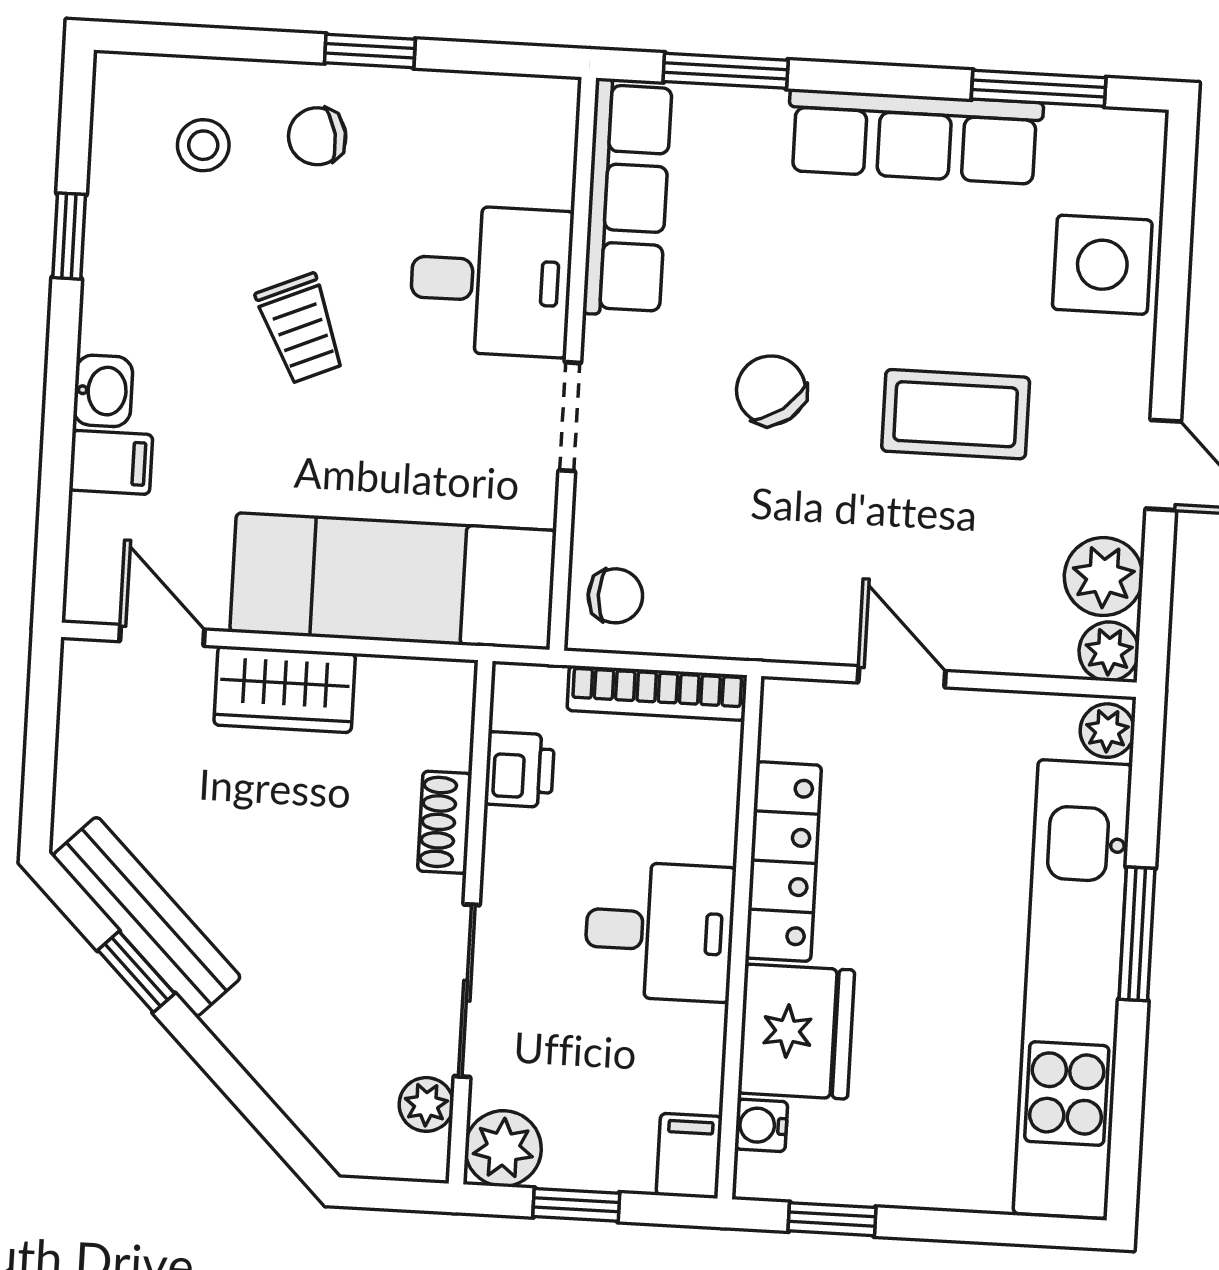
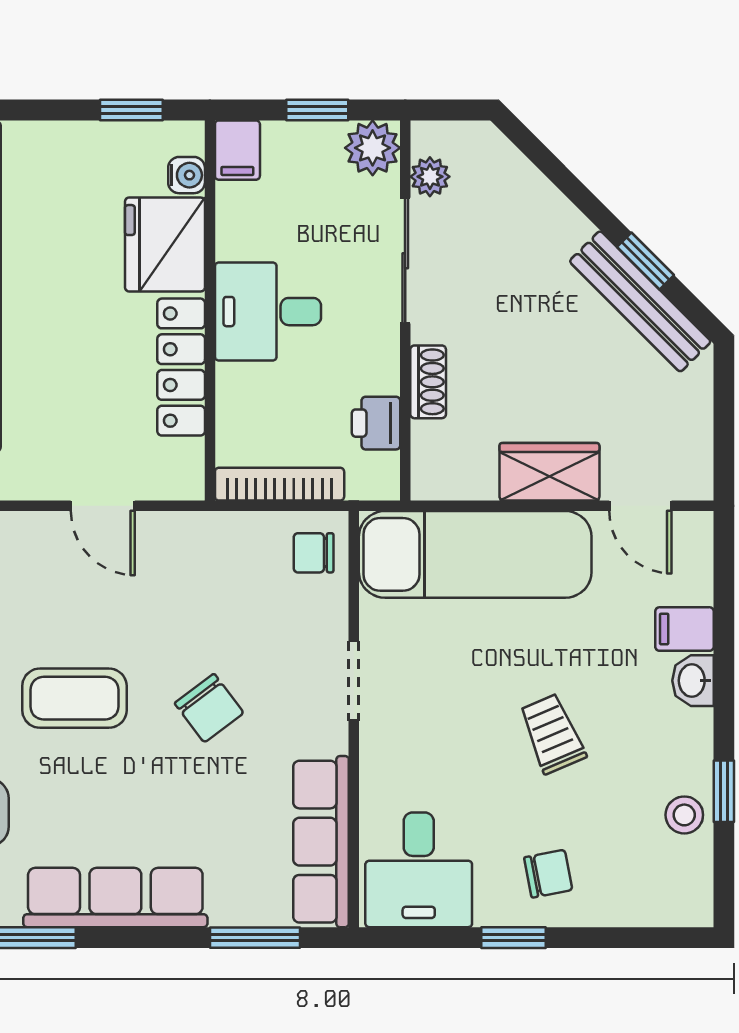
stool: (203, 145) -> (684, 815), moved
desk: (491, 281) -> (419, 870), moved, turned -90

